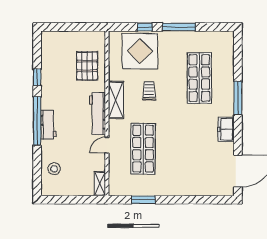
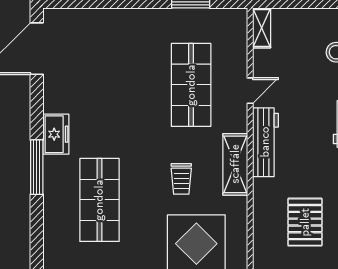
pallet: (87, 66) -> (305, 222), moved
freezer: (226, 129) -> (56, 134), moved

